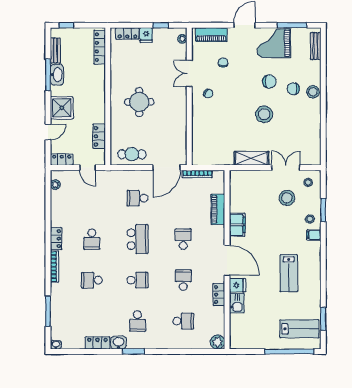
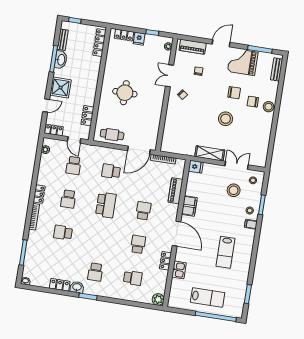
school desk: (138, 280) -> (74, 165), moved, turned 90
fridge: (238, 285) -> (196, 167), moved
lab bench: (299, 329) -> (208, 297), moved

